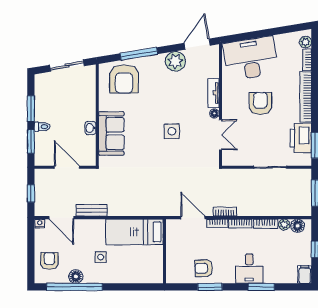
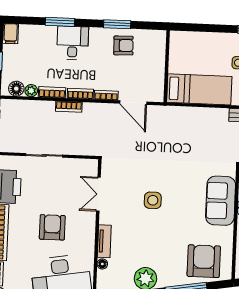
armchair: (260, 103) -> (52, 227), turned 180
floor lamp: (214, 113) -> (102, 264), moved
bookcase: (225, 212) -> (69, 107), moved

